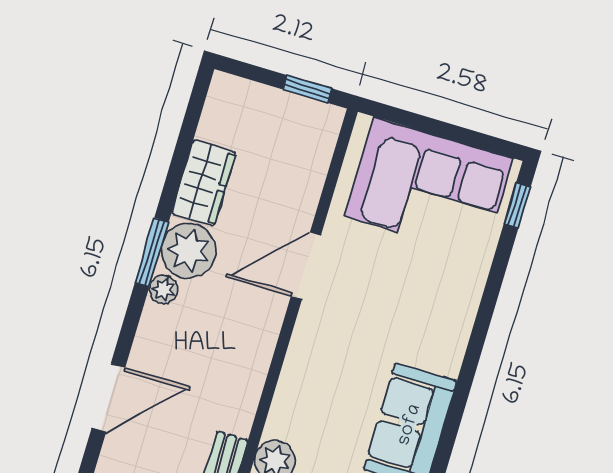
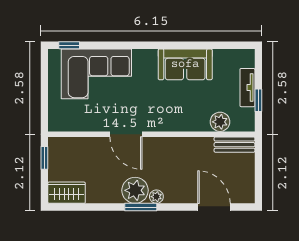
wardrobe: (204, 183) -> (67, 193), moved
corner sofa: (429, 187) -> (96, 74), moved, turned 90

